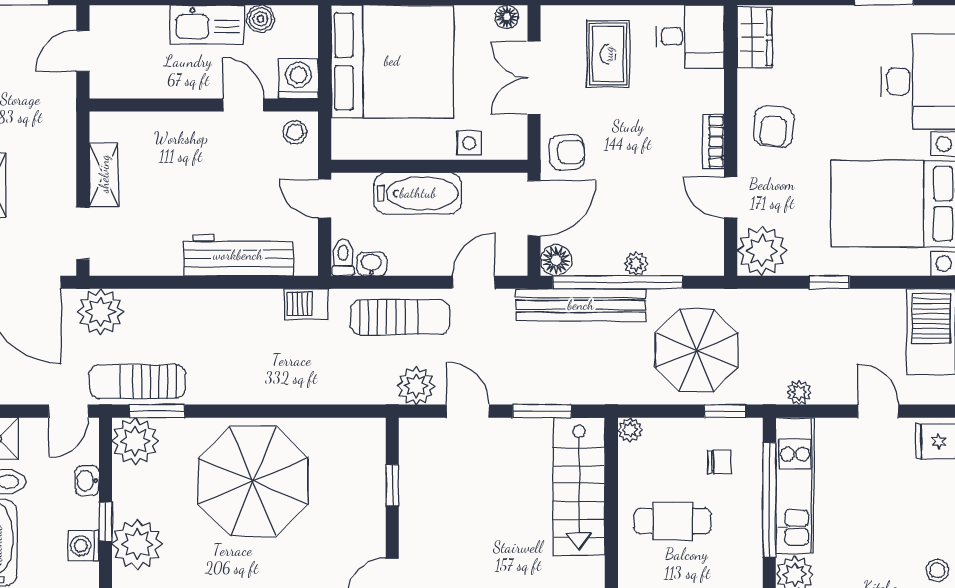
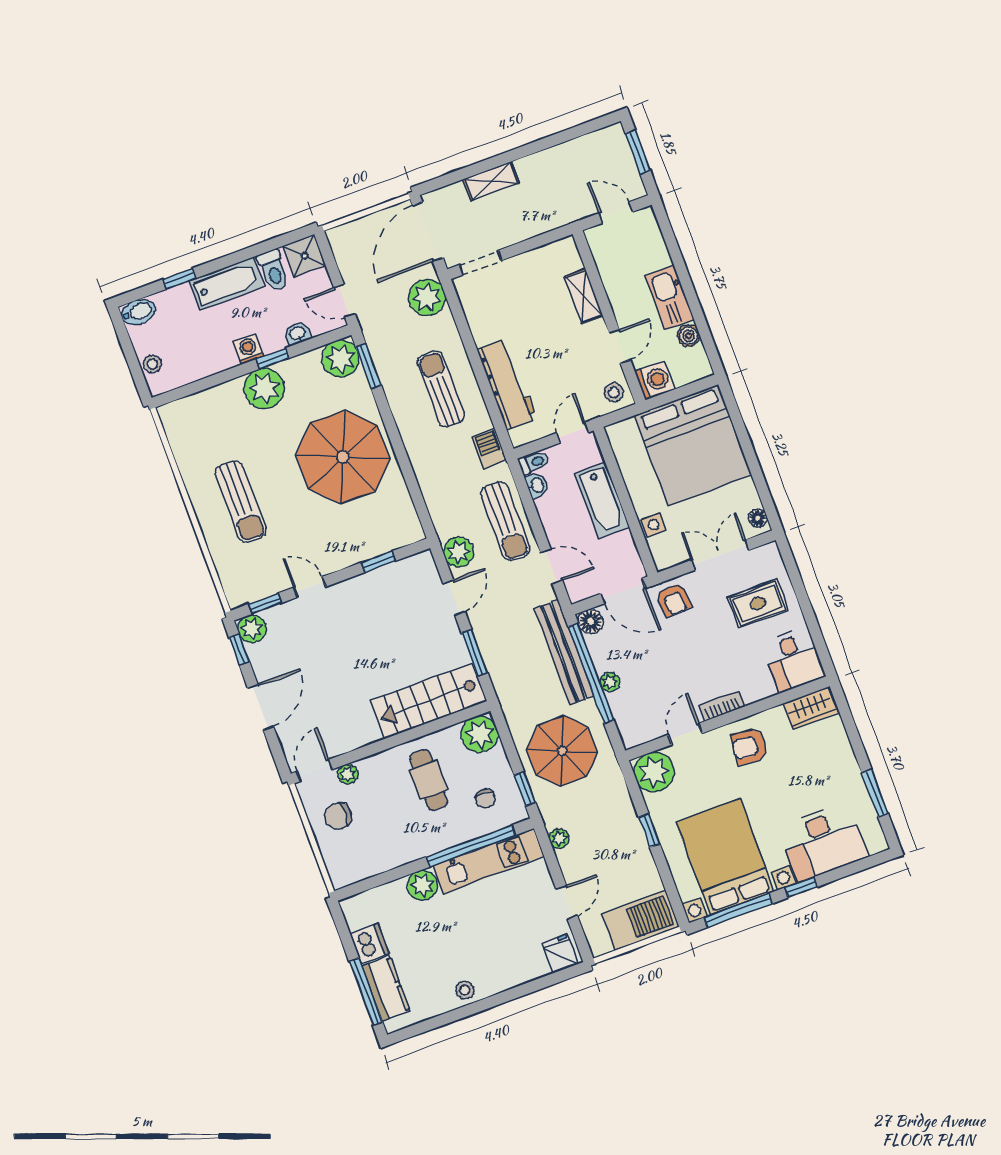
shelving: (104, 174) -> (584, 296), moved, turned 90
sun lounger: (137, 382) -> (441, 389), moved
plant: (630, 430) -> (480, 734), width x1.87, depth x1.87

